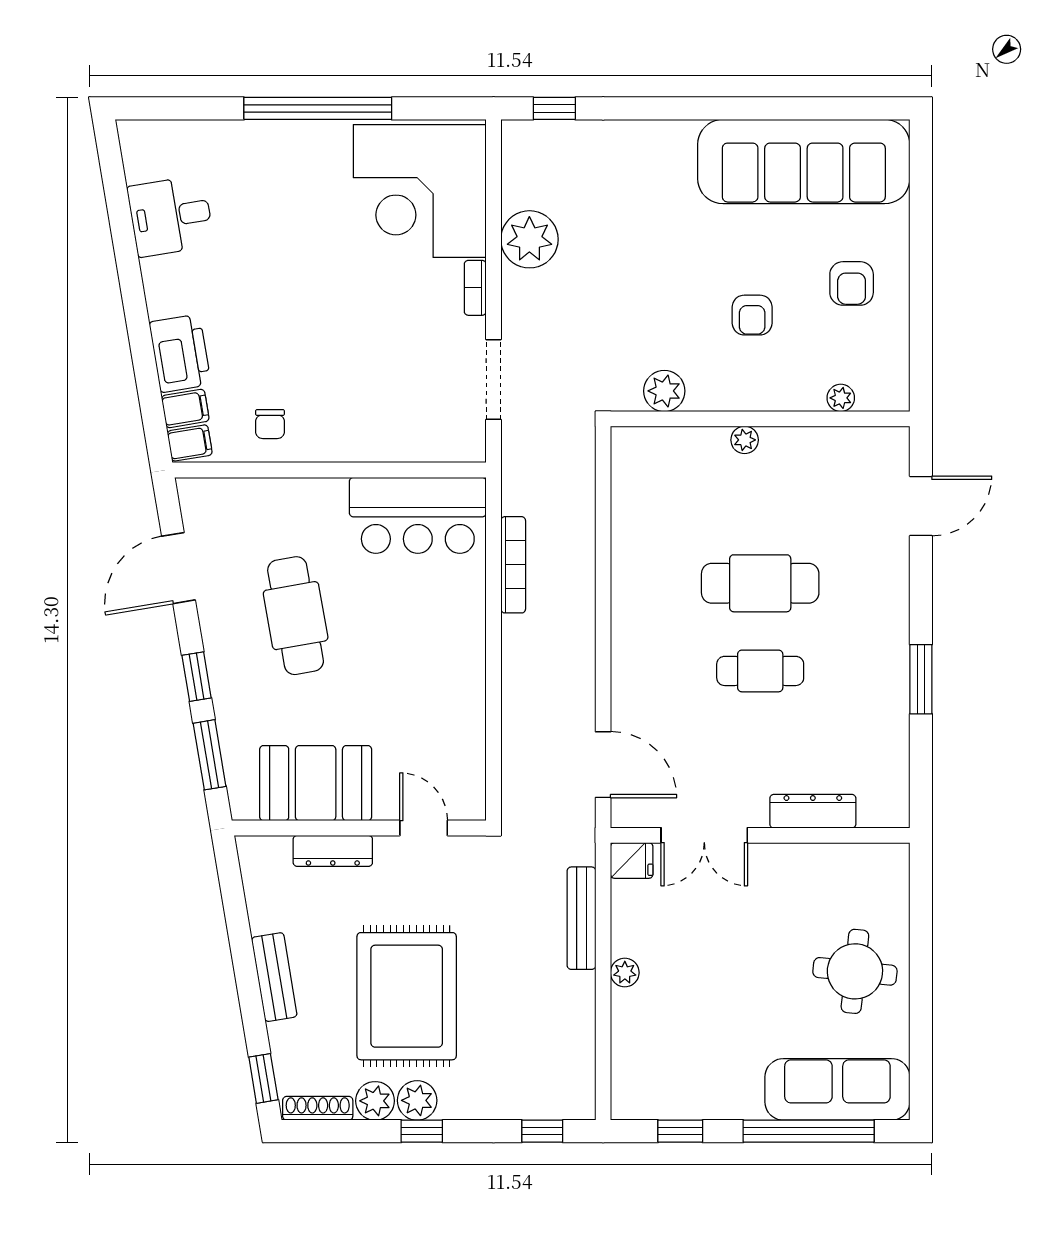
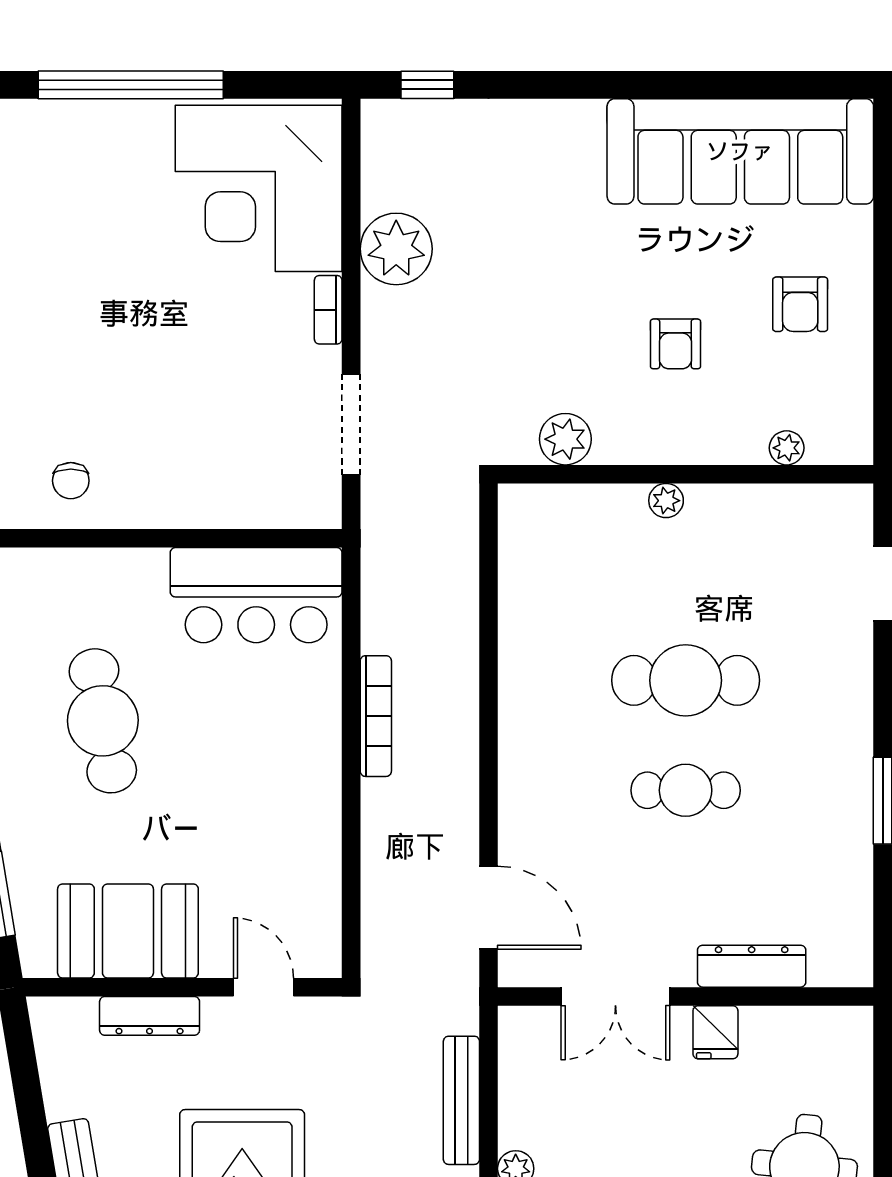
bookcase: (513, 565) -> (376, 716), moved
fridge: (632, 860) -> (715, 1032), moved, turned 90

